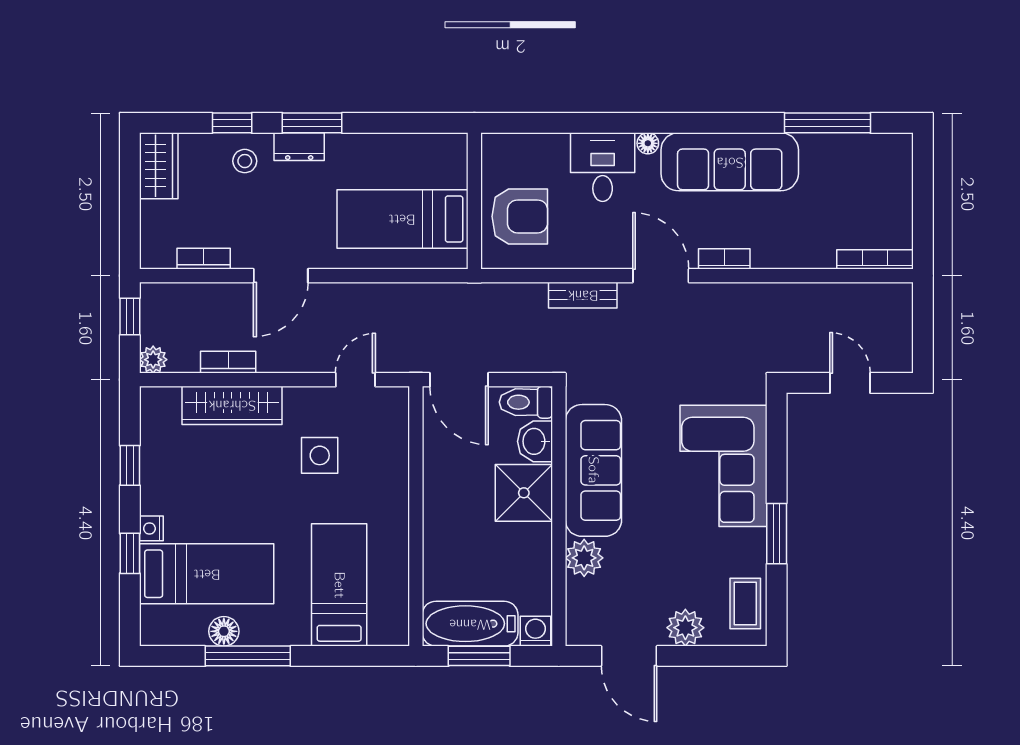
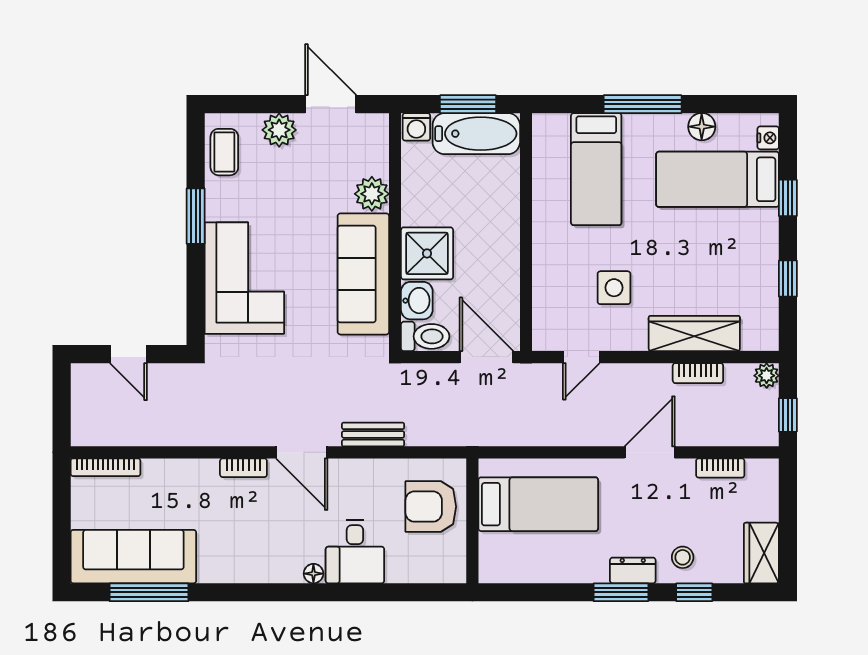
sofa: (730, 162) -> (133, 557), moved
nightstand: (151, 528) -> (768, 138), moved
window: (248, 656) -> (643, 104), moved

